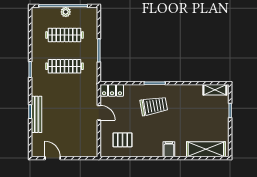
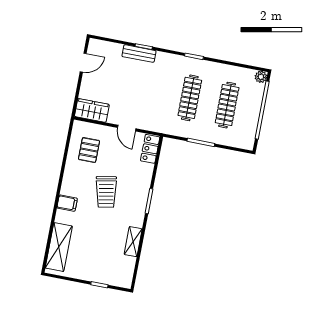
plant: (66, 12) -> (261, 77), moved
shelving: (215, 90) -> (133, 242), moved
trolley: (154, 106) -> (106, 192), moved
door: (99, 113) -> (127, 128), hinge flipped
bench: (37, 114) -> (139, 54), width x0.73
wardrobe: (90, 144) -> (92, 110), added

